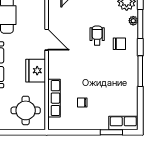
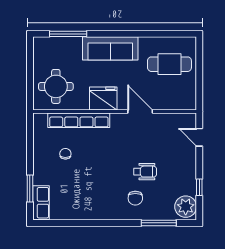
plant: (133, 21) -> (163, 215), removed
door: (47, 40) -> (140, 111), swing flipped
window: (140, 71) -> (103, 223), removed
row of seats: (54, 98) -> (79, 120), width x1.36

